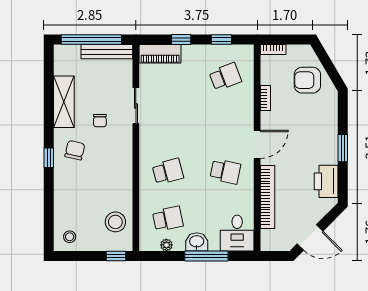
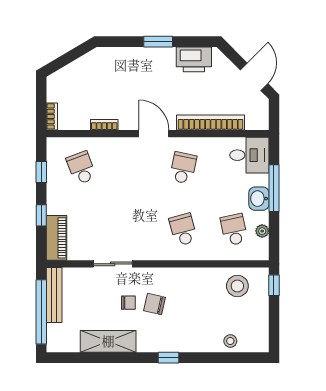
armchair: (307, 80) -> (85, 80), removed
chair: (75, 150) -> (155, 304), moved
stool: (70, 237) -> (230, 341), moved

